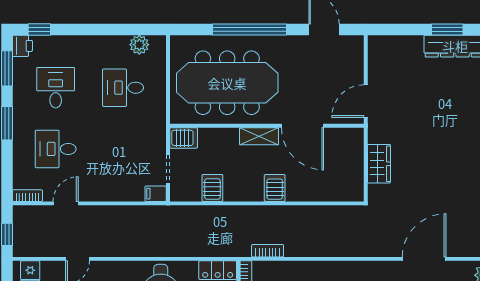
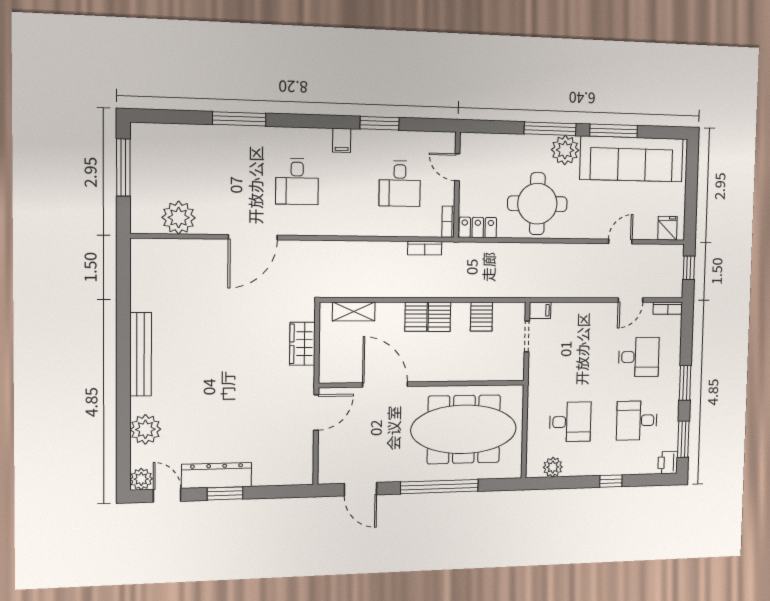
window: (39, 30) -> (611, 481), moved
desk: (56, 88) -> (637, 420), turned 90
shelving: (259, 136) -> (354, 311), moved
server rack: (184, 138) -> (439, 317), moved, turned -90

